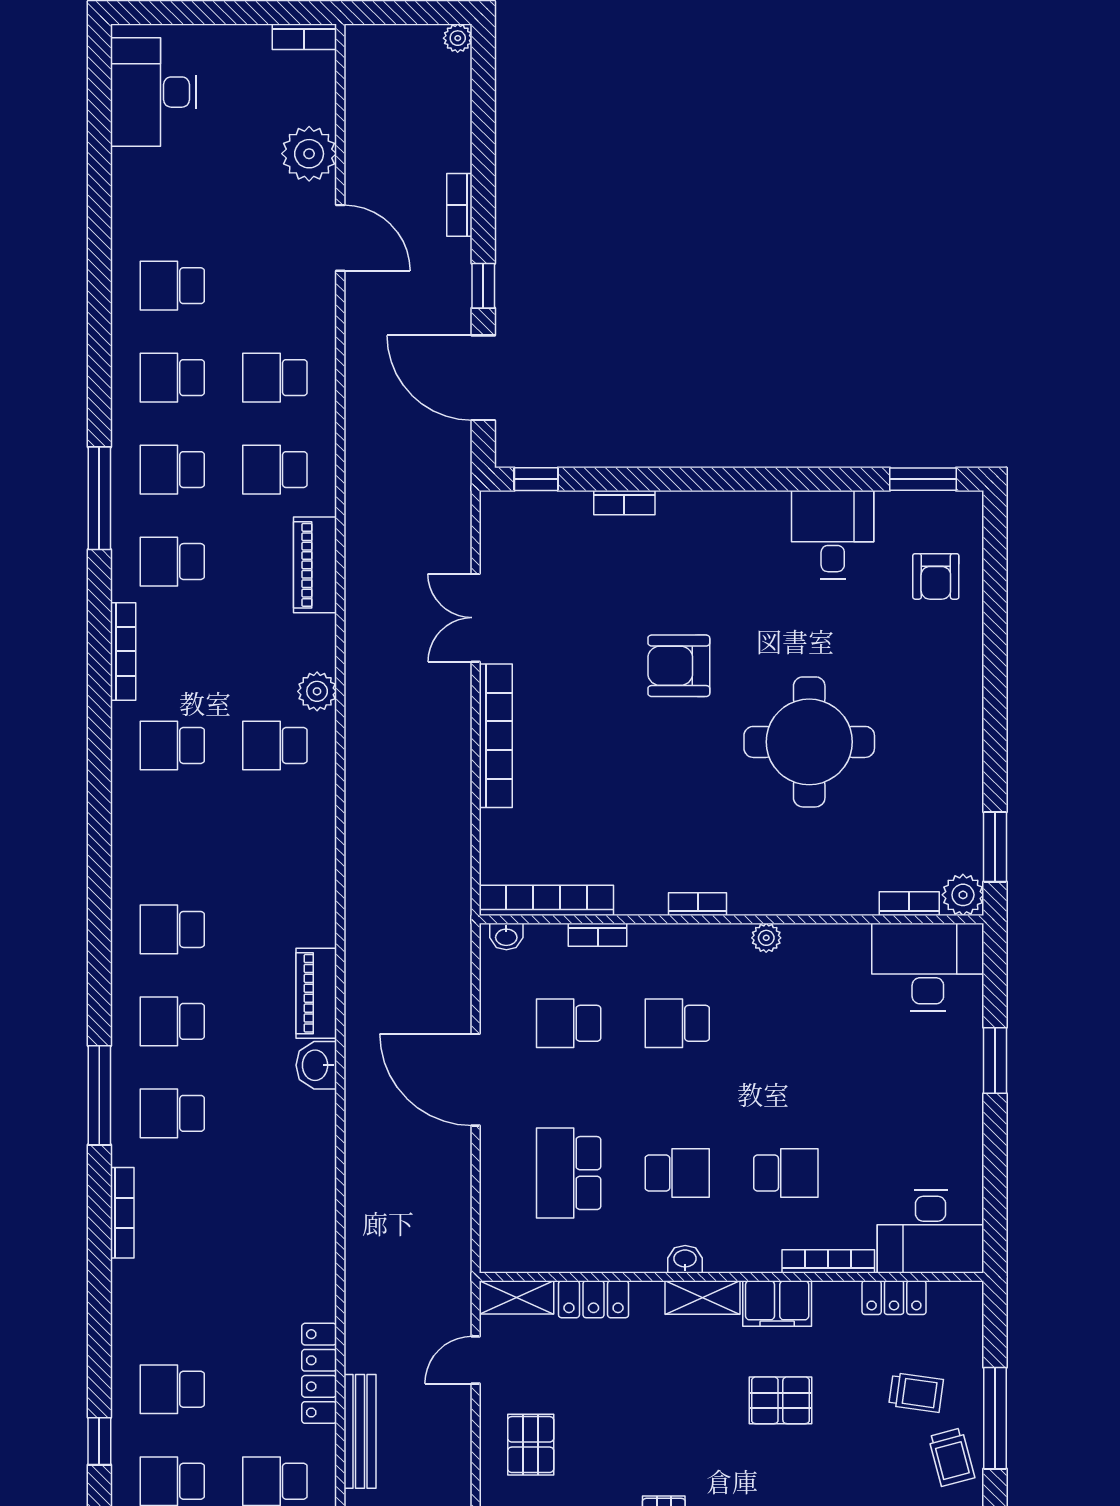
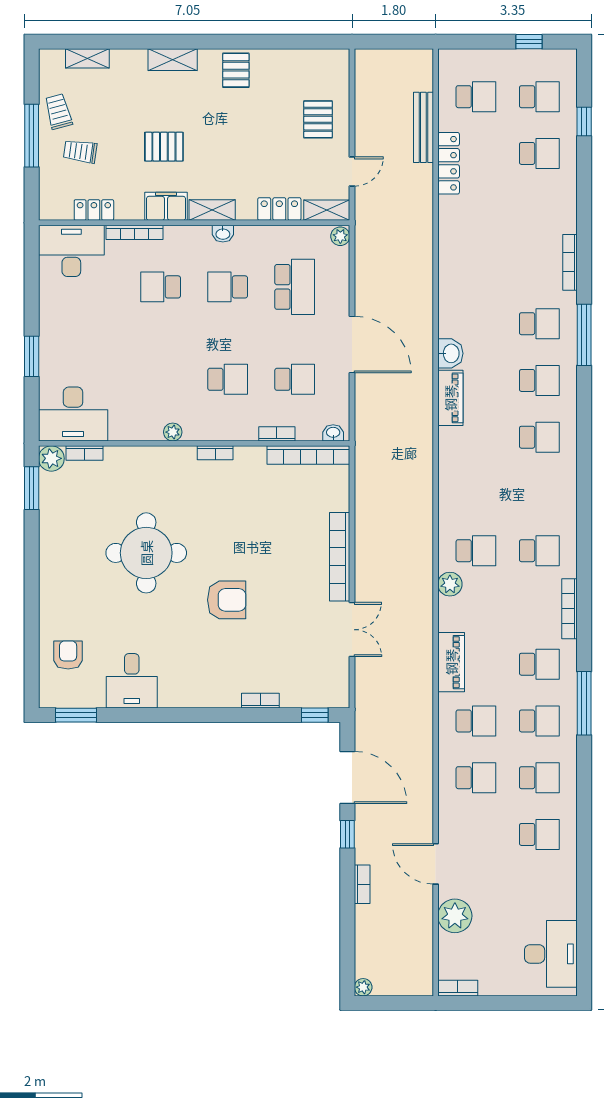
plant: (495, 1255) -> (340, 236), added

